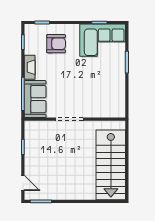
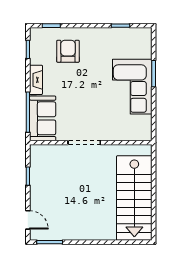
corner sofa: (103, 40) -> (132, 87), moved, turned 90
armchair: (56, 44) -> (68, 51), turned -90

